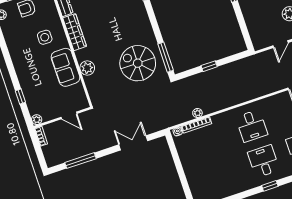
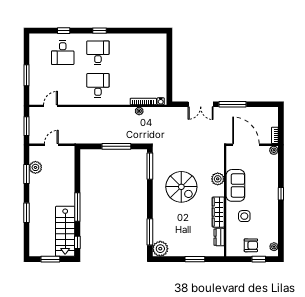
spiral stairs: (138, 63) -> (181, 187), moved
window: (209, 66) -> (116, 146), width x2.17
window: (20, 96) -> (281, 194), moved
door: (69, 115) -> (246, 145), width x1.88
window: (81, 161) -> (232, 104), moved
desk: (264, 161) -> (98, 53), turned 180

